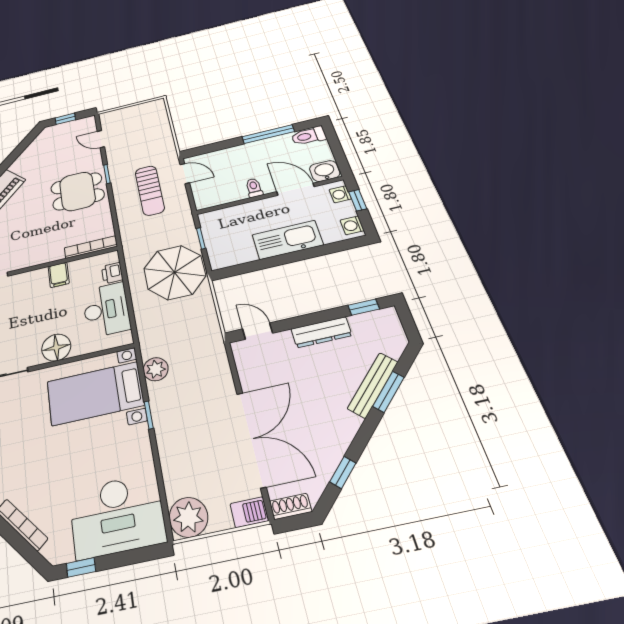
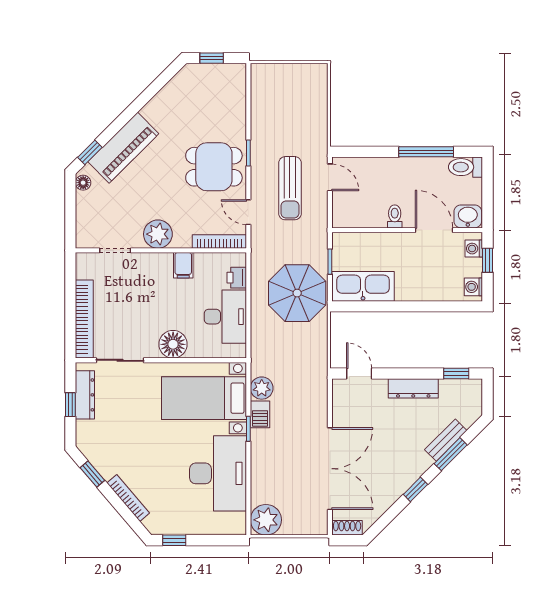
door: (101, 139) -> (248, 212), moved
kitchen sink: (287, 240) -> (363, 286), moved
plant: (32, 255) -> (158, 234), added
bench: (373, 385) -> (446, 440), width x0.73
window: (343, 472) -> (415, 489), moved
barbecue: (249, 512) -> (260, 414), moved, turned 90
desk: (117, 516) -> (218, 473), moved, turned -90

